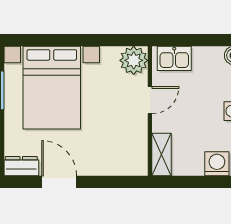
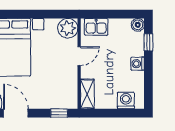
window: (121, 182) -> (59, 113), added

